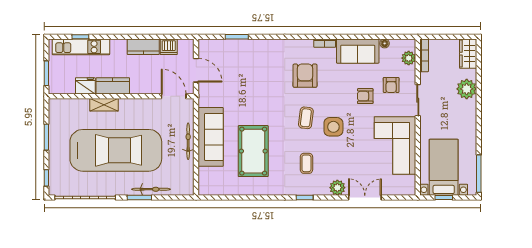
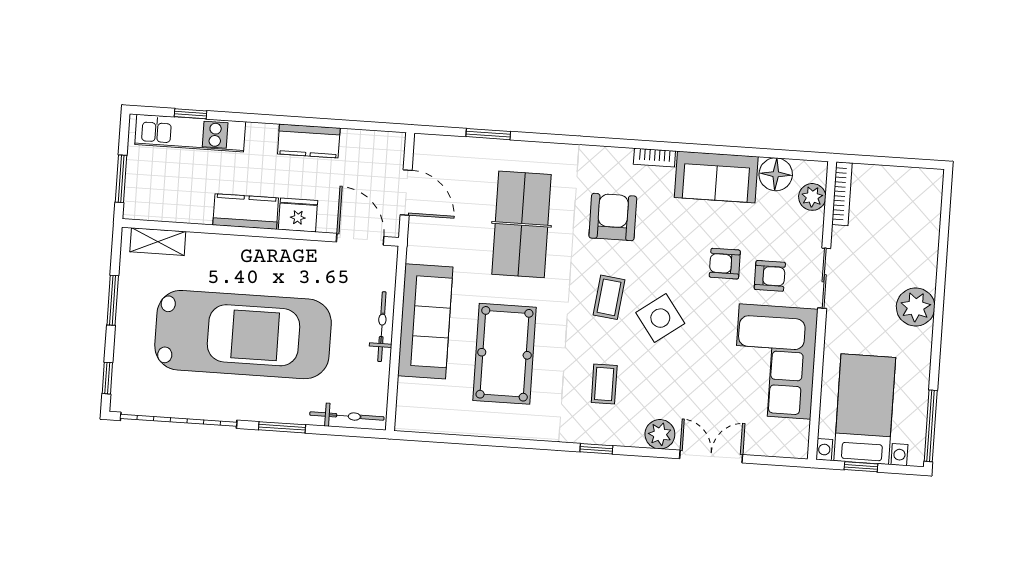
floor lamp: (385, 43) -> (776, 174), width x1.89, depth x1.89
dishwasher: (169, 47) -> (357, 144), removed
wardrobe: (468, 54) -> (926, 196), removed
table tennis table: (258, 83) -> (522, 224), added
armchair: (391, 85) -> (770, 276), moved, turned -90
fridge: (85, 86) -> (298, 215), moved
plant: (467, 89) -> (916, 307), moved
shelving: (104, 105) -> (158, 242), moved
side table: (333, 127) -> (660, 318), turned -36
bicycle: (151, 189) -> (347, 416), moved

